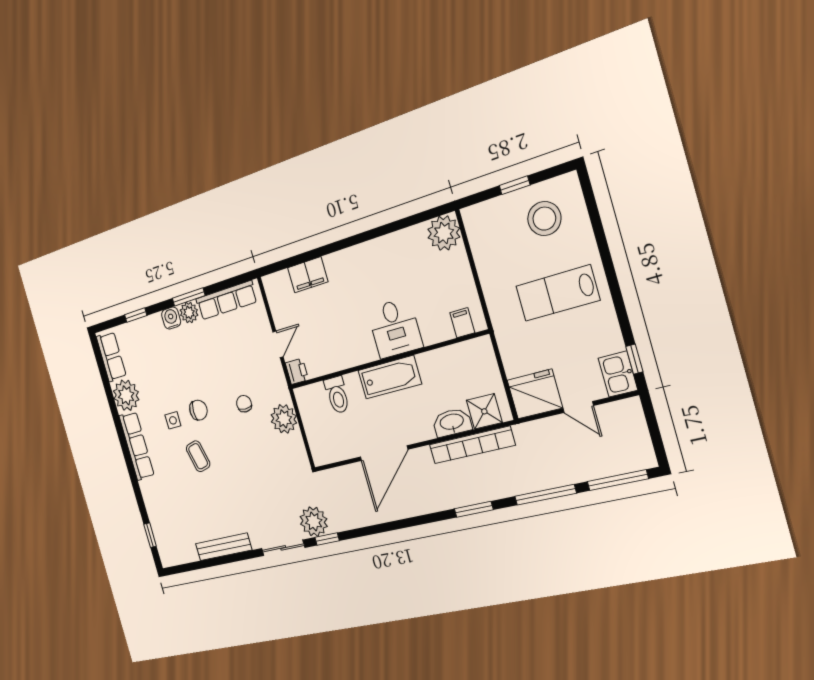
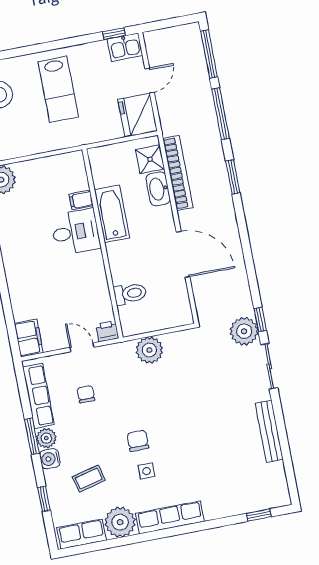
filing cabinet: (308, 275) -> (29, 338), moved
filing cabinet: (462, 323) -> (81, 200), moved
bathtub: (390, 377) -> (112, 214), moved
chair: (244, 404) -> (86, 394), moved, turned 90
coffee table: (198, 456) -> (89, 479), moved

